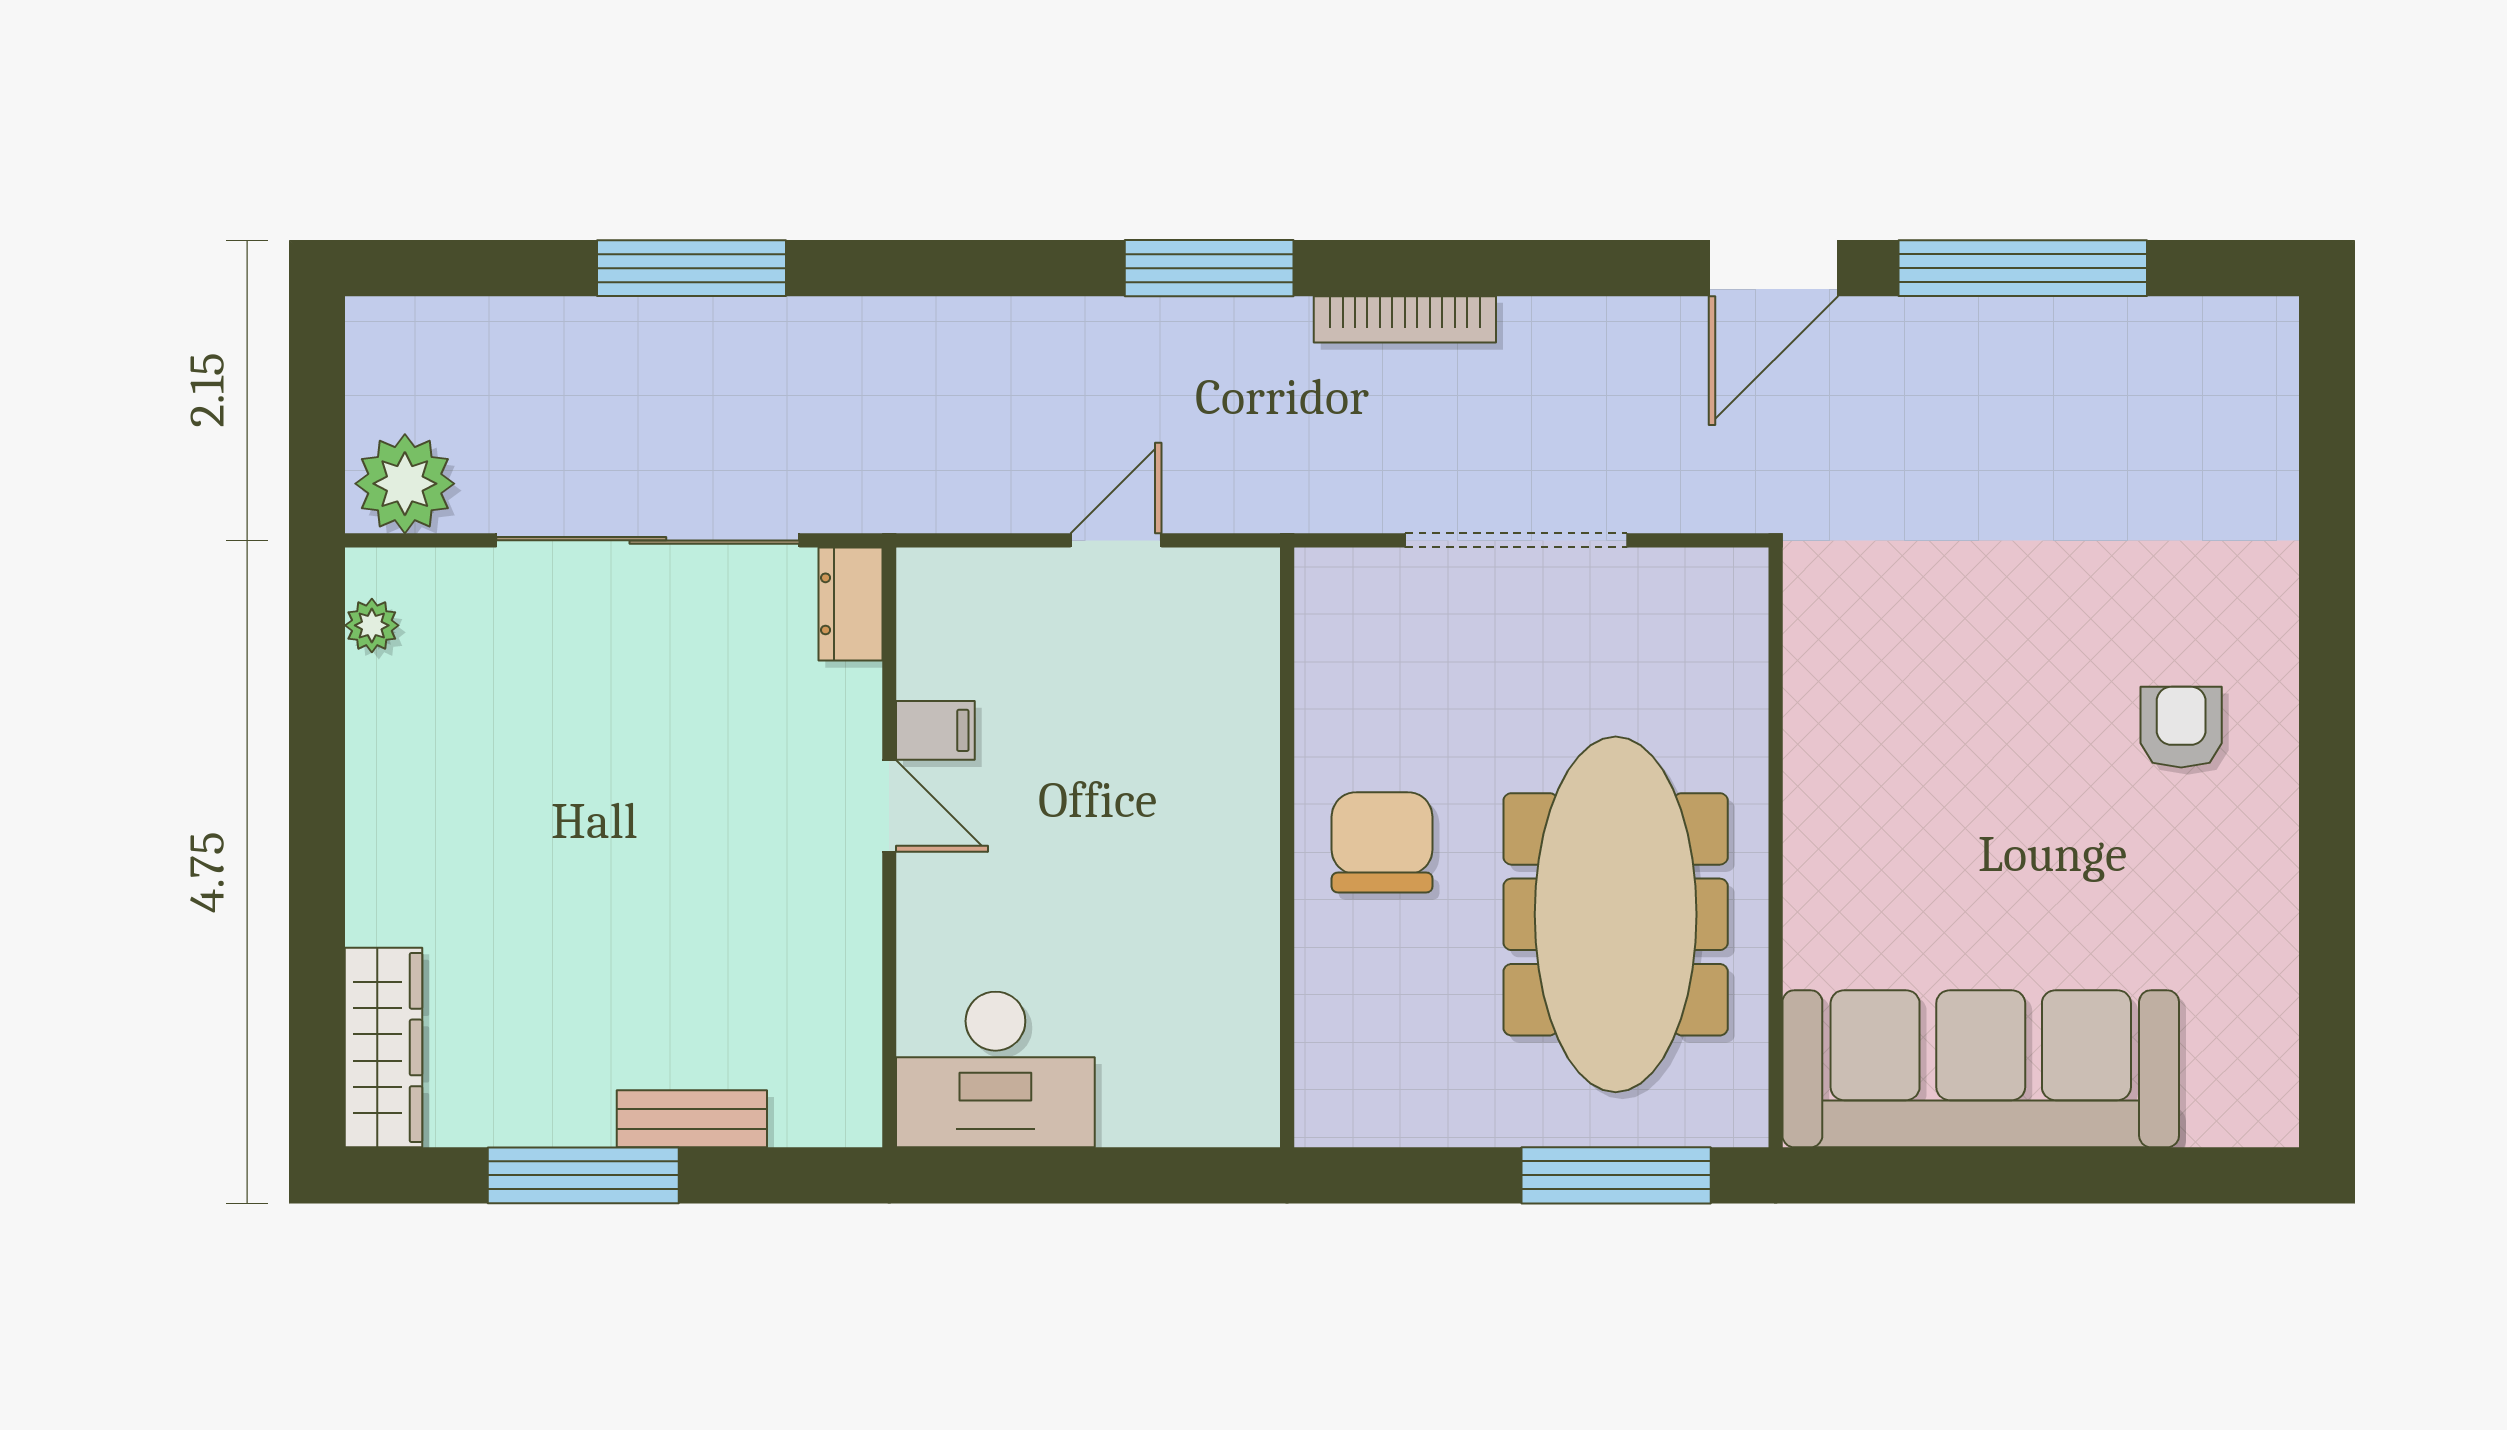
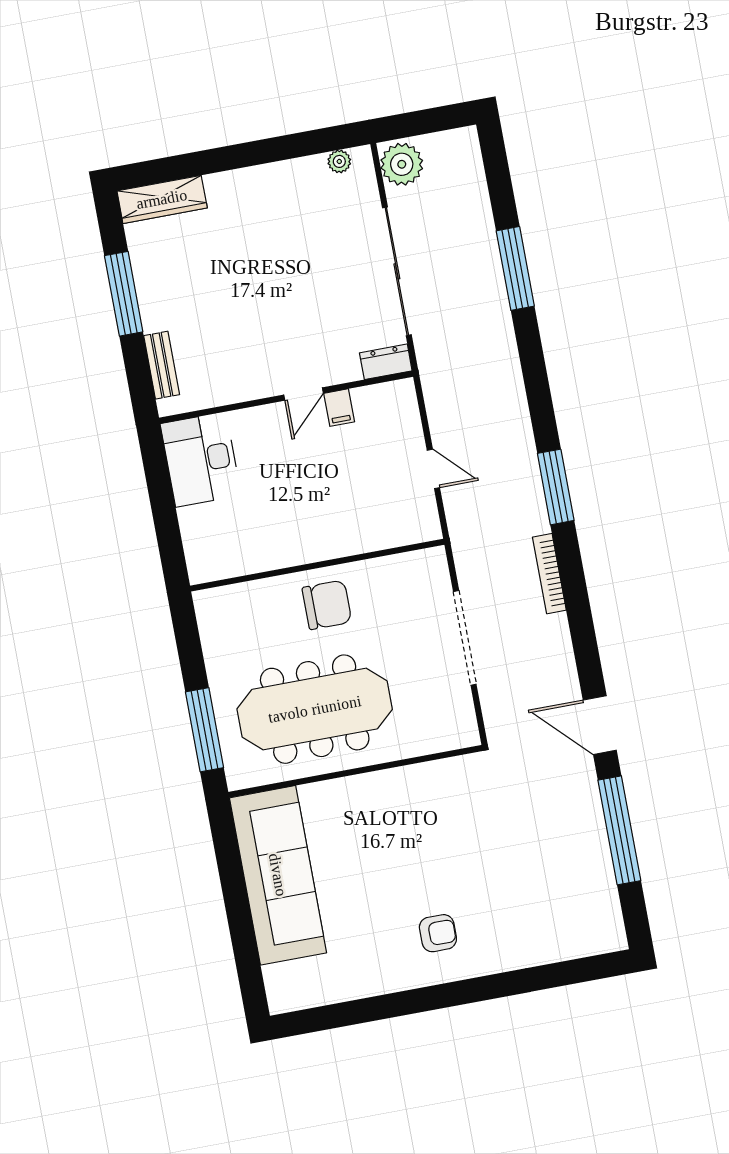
bench: (692, 1119) -> (162, 365), moved

